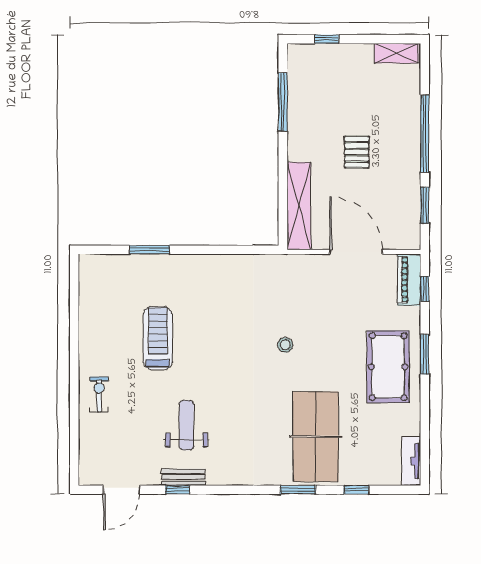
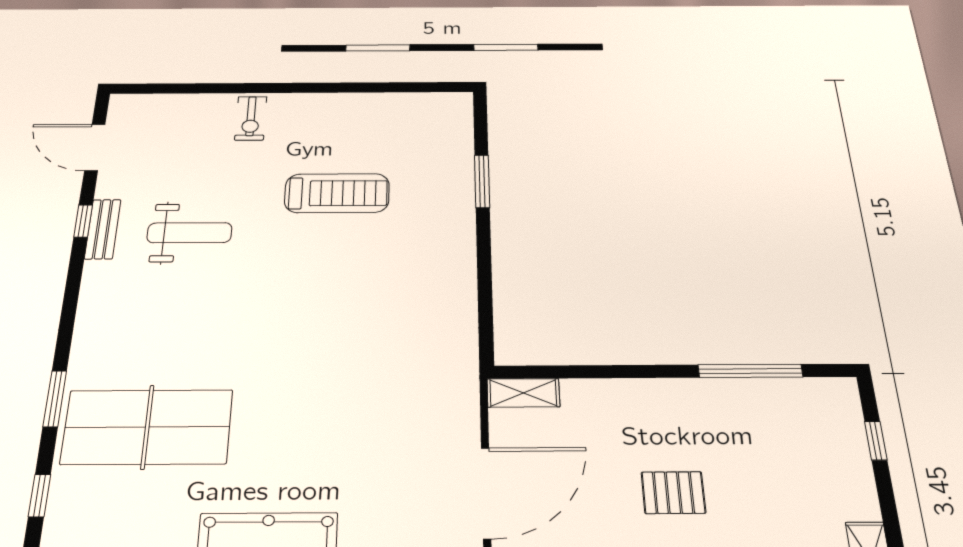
shelving: (299, 206) -> (523, 393), width x0.45, depth x0.75
stool: (285, 345) -> (317, 377), removed
exercise bike: (99, 394) -> (251, 118), turned 90

